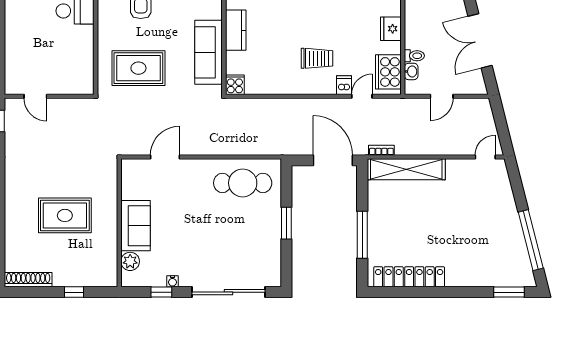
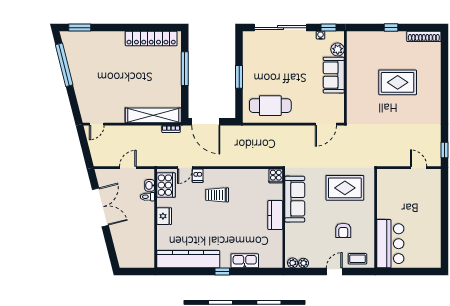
wall: (119, 223) -> (345, 77), moved
sofa: (135, 226) -> (334, 75), moved
plant: (130, 261) -> (338, 49), moved

